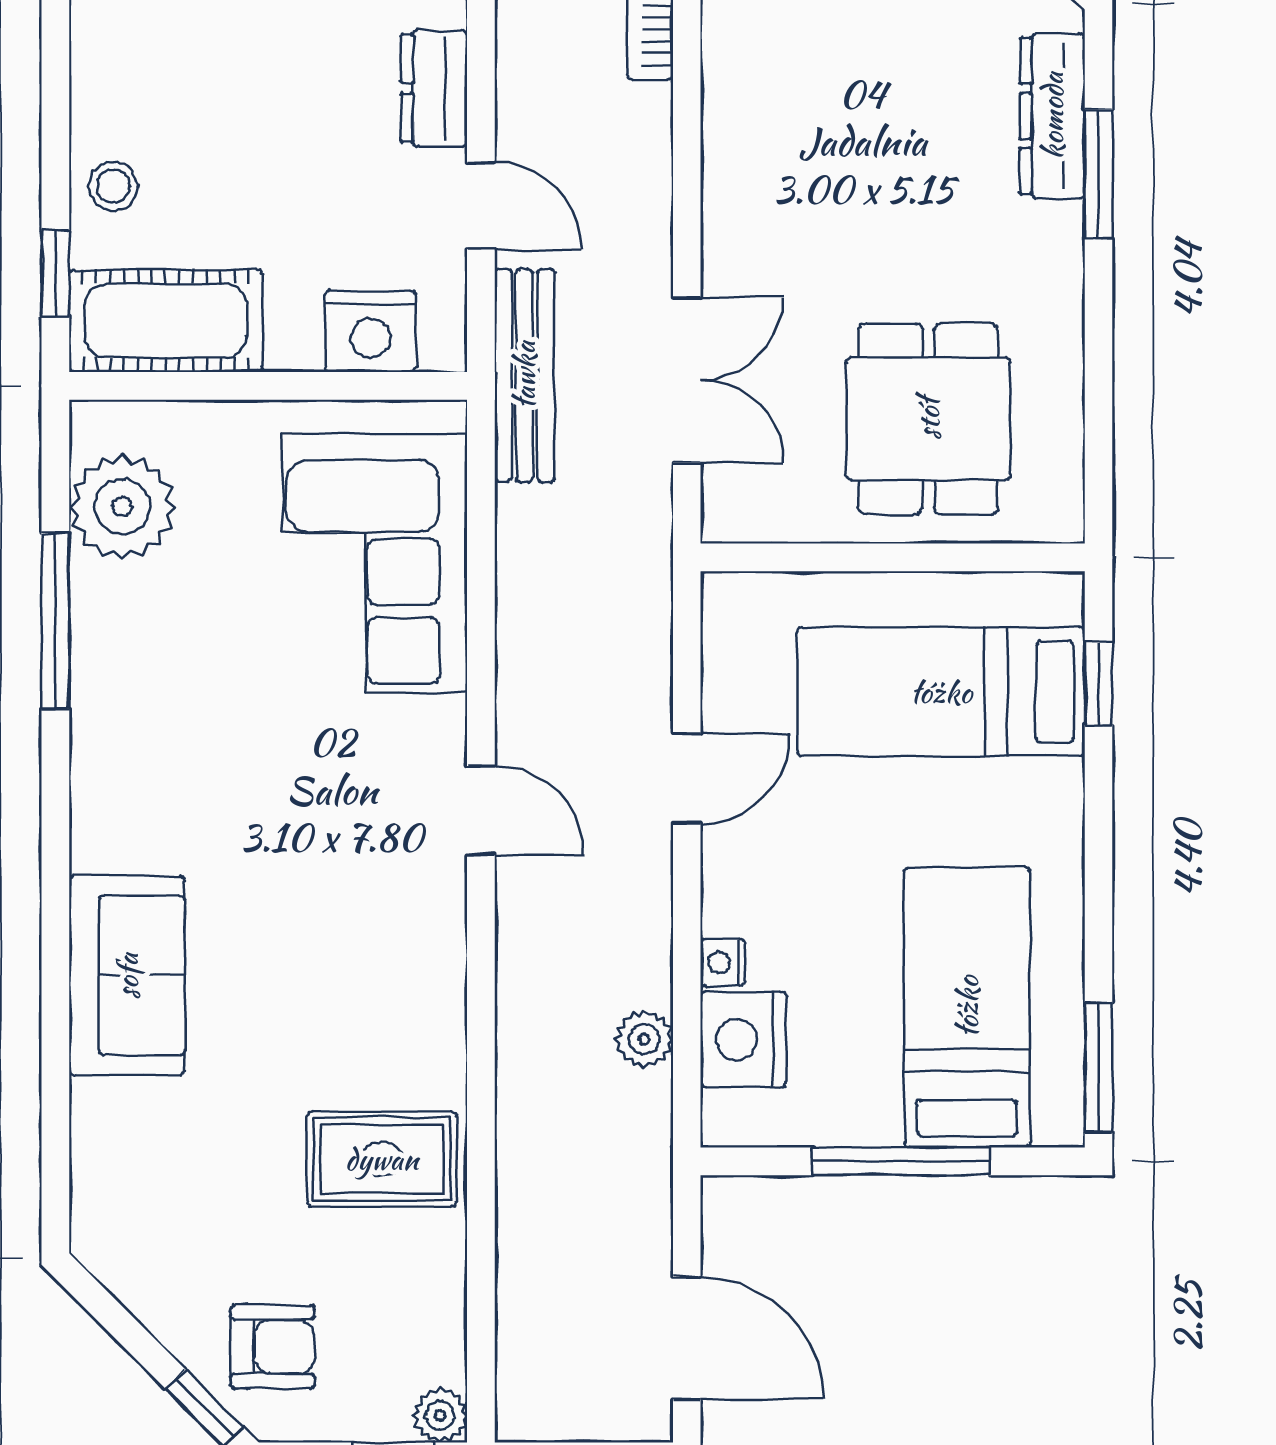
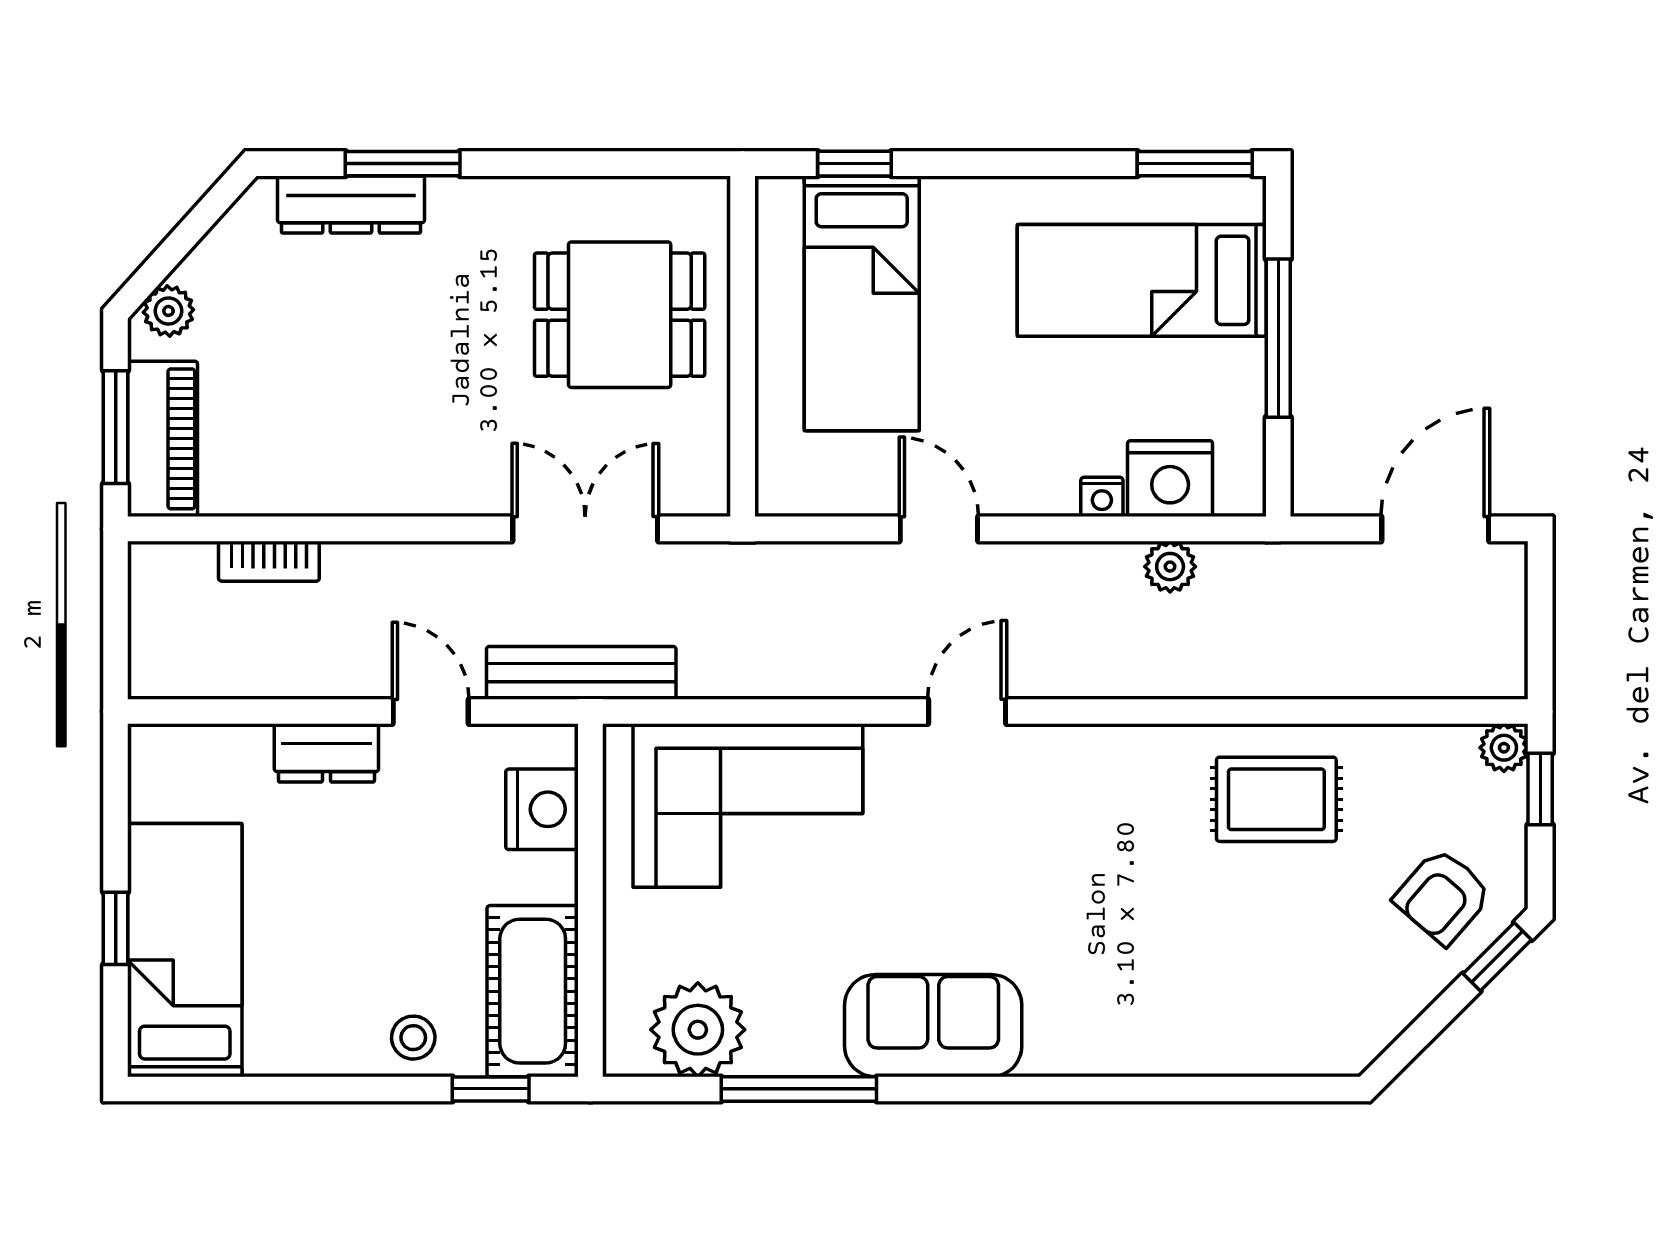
door: (481, 206) -> (431, 712), hinge flipped
sofa: (127, 976) -> (933, 1026), moved
rug: (382, 1159) -> (1276, 799), turned 90
armchair: (273, 1347) -> (1443, 896), turned -139

